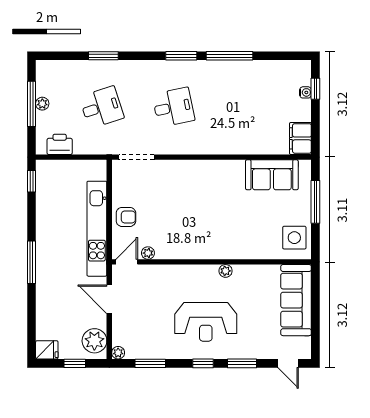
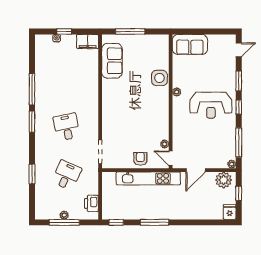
window: (315, 89) -> (64, 31), moved
desk: (102, 107) -> (67, 175), turned 42
side table: (294, 238) -> (159, 78), moved
window: (32, 262) -> (154, 222), moved
sofa: (296, 300) -> (190, 44), width x0.73
reception desk: (206, 322) -> (211, 105), turned 90
window: (150, 363) -> (239, 143), width x1.44

